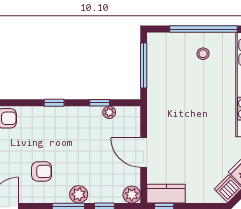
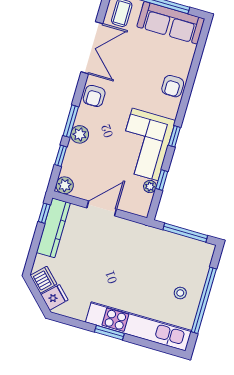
corner sofa: (70, 129) -> (145, 144), added
armchair: (42, 171) -> (94, 96), moved
kitchen counter: (166, 194) -> (53, 228), width x1.50

